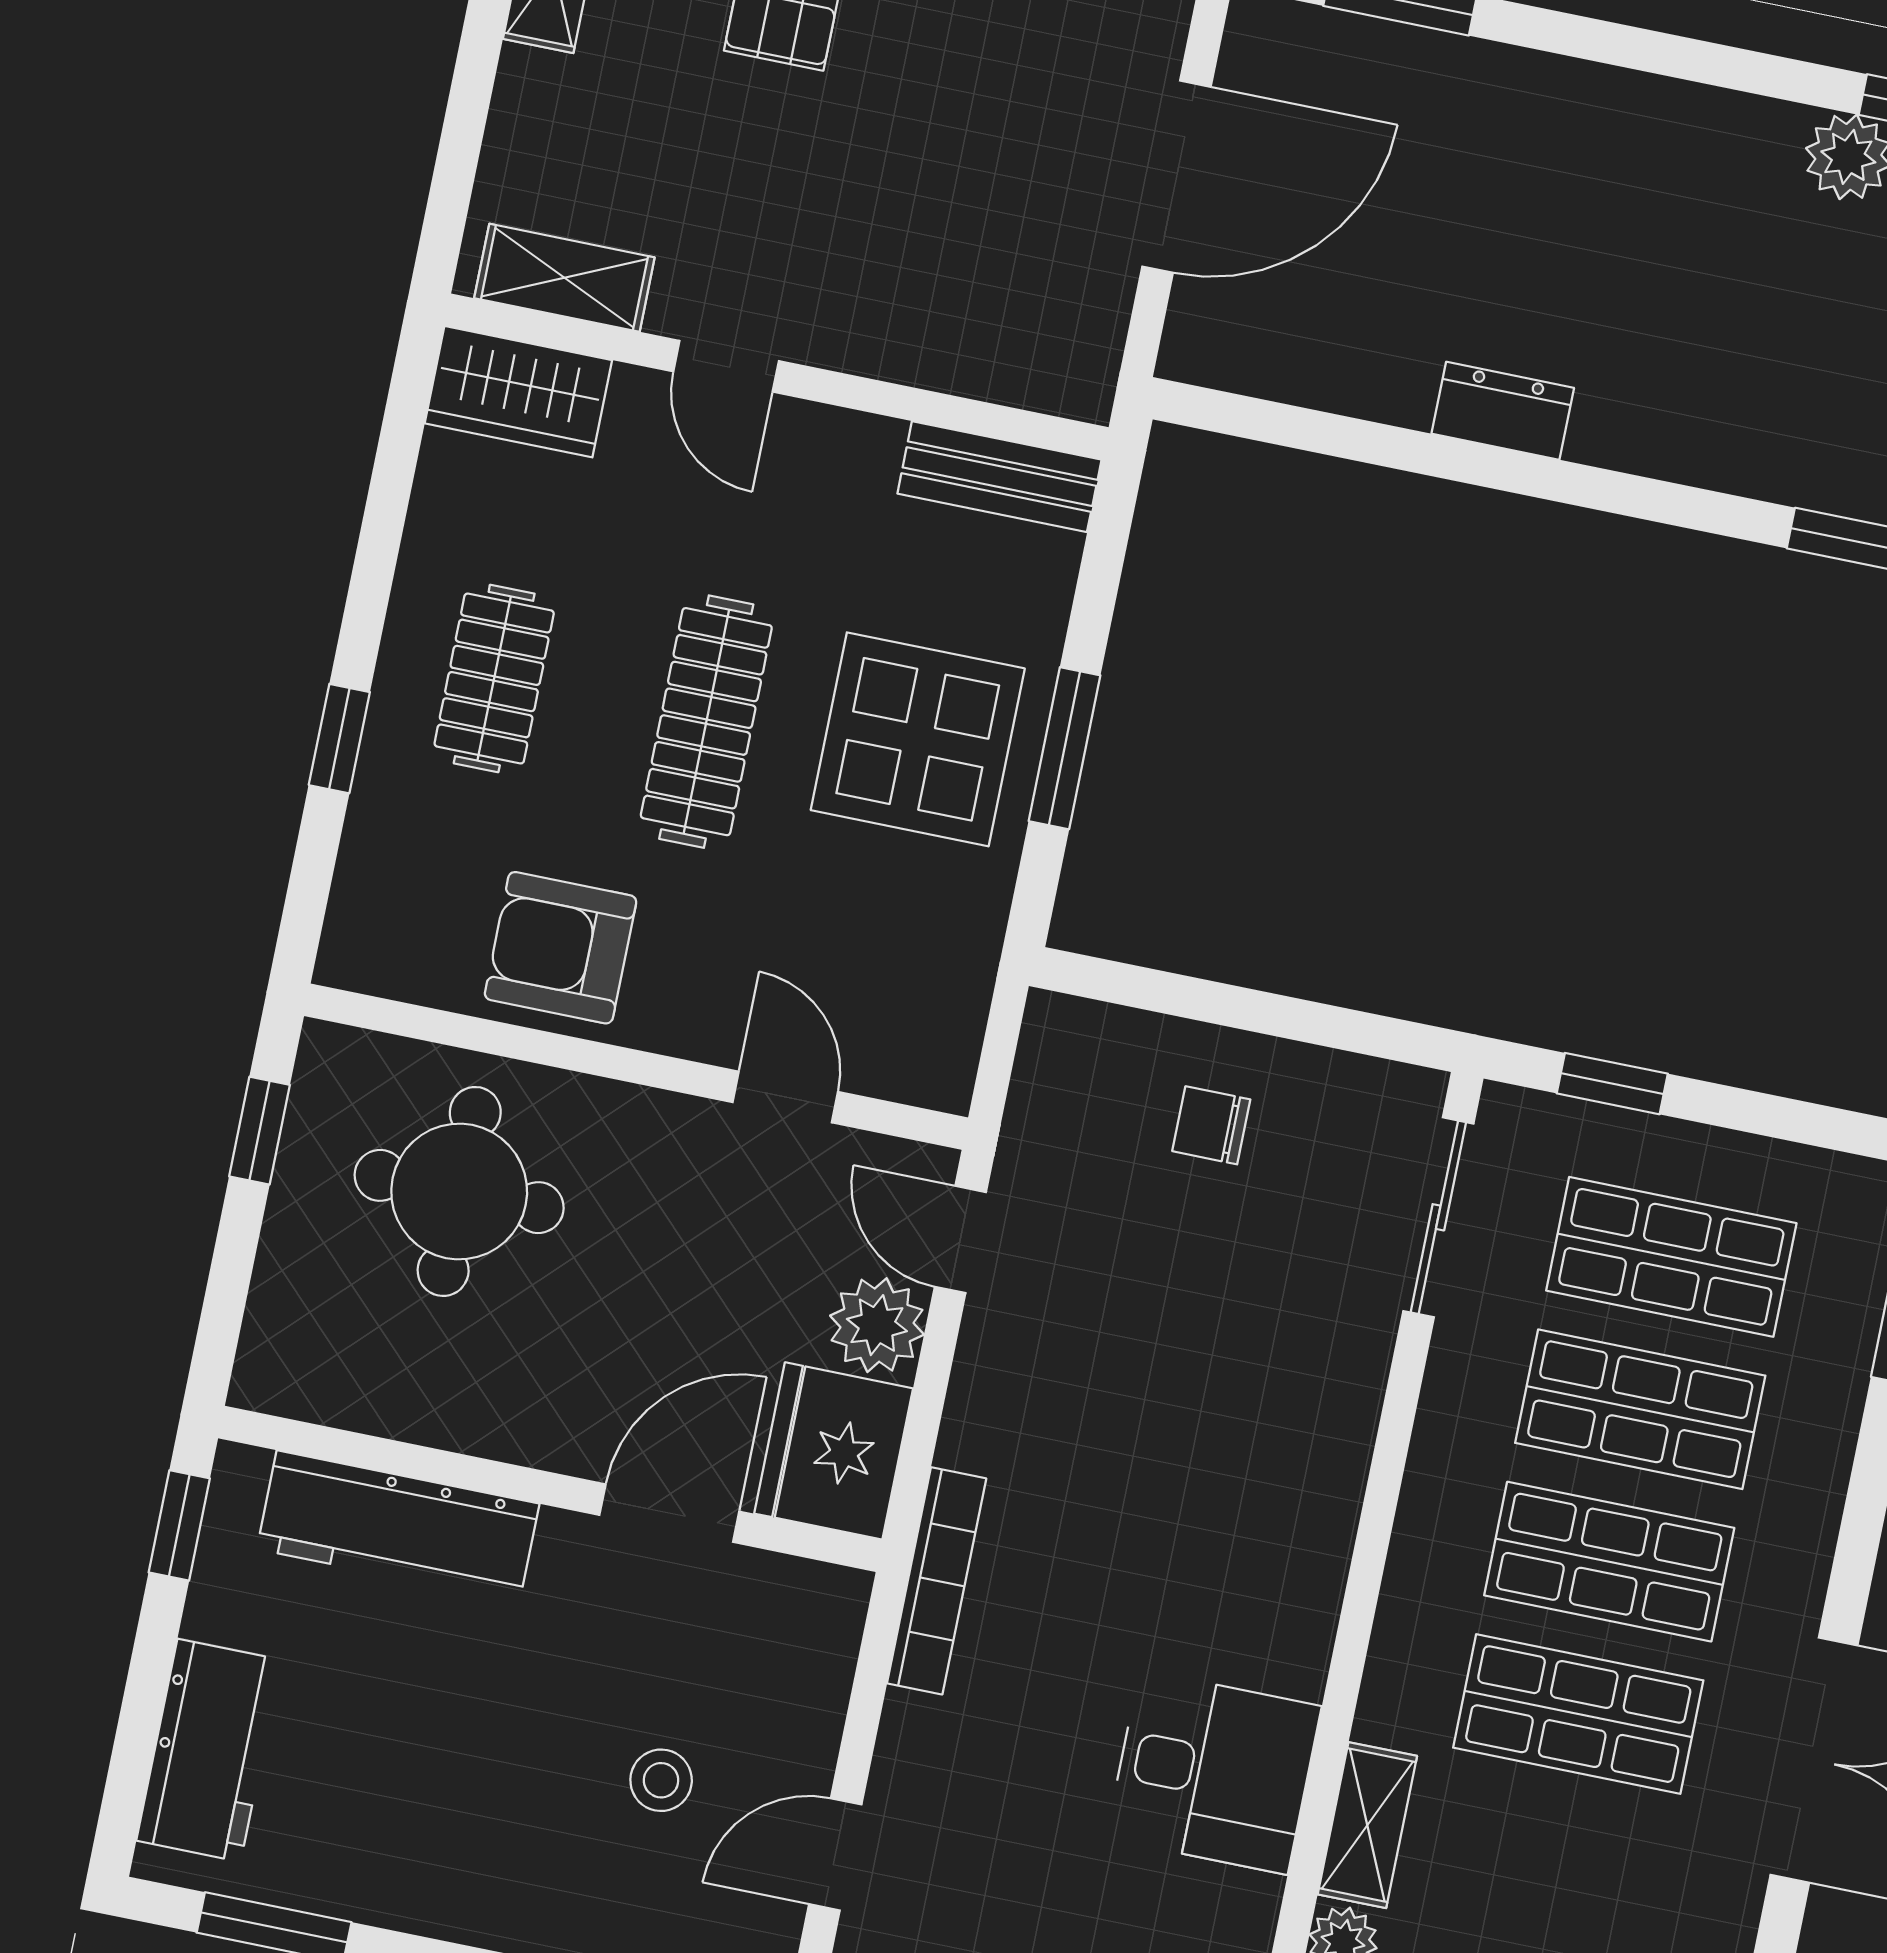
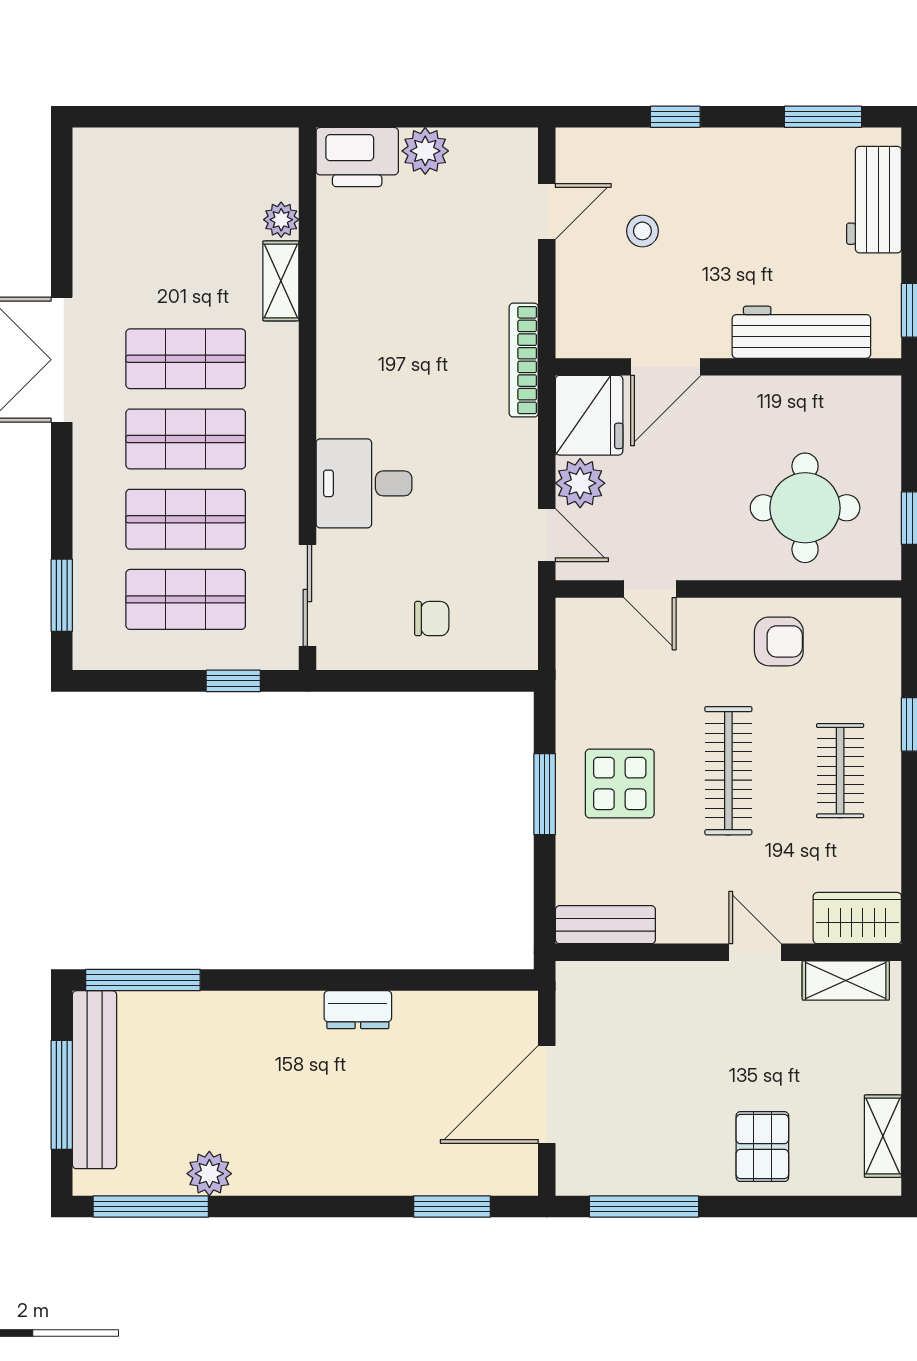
display table: (918, 739) -> (620, 783), width x0.73, depth x0.73
armchair: (561, 948) -> (779, 641), width x0.72, depth x0.72
desk: (1214, 1772) -> (364, 483), moved

